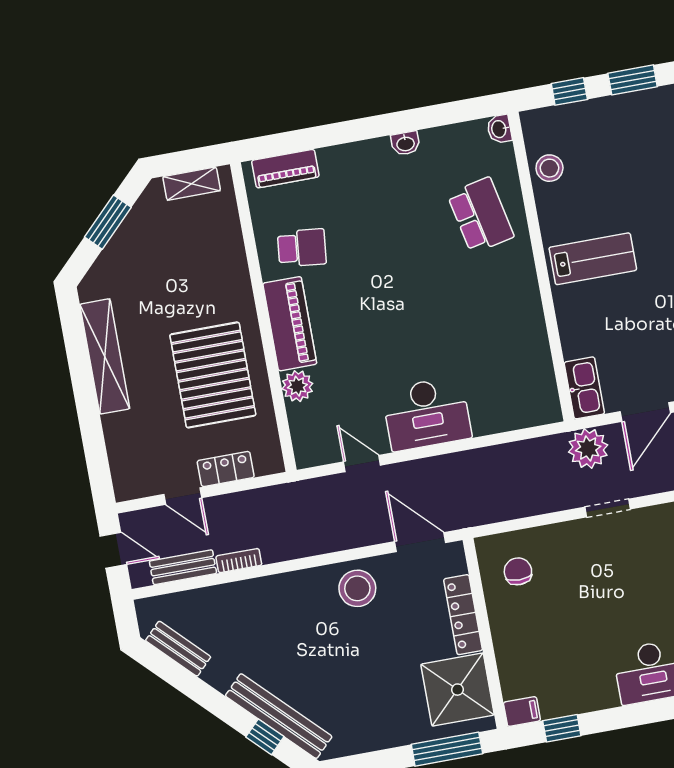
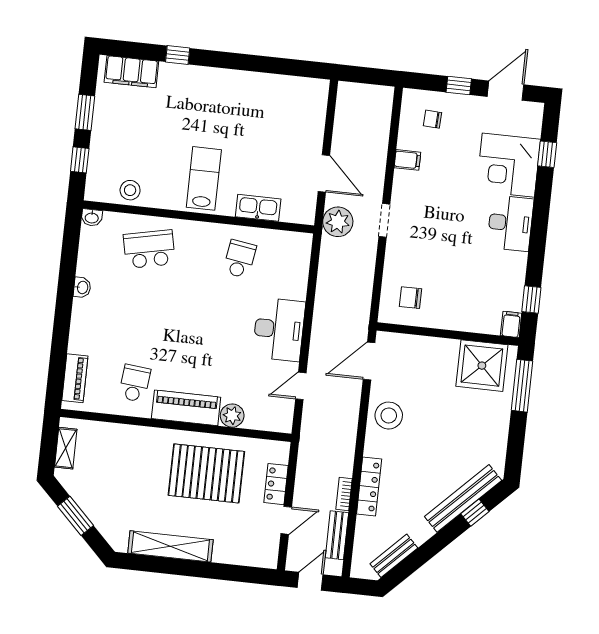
school desk: (502, 336) -> (240, 259), added
kitchen sink: (584, 388) -> (258, 208), moved
locker: (463, 615) -> (369, 487), moved, turned -90

